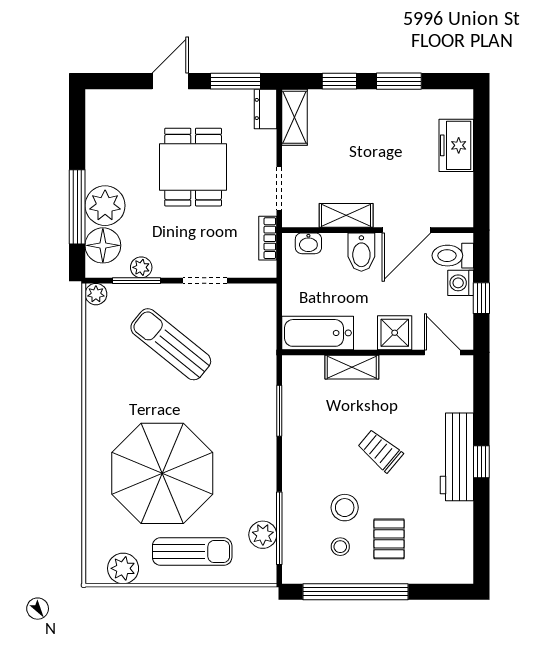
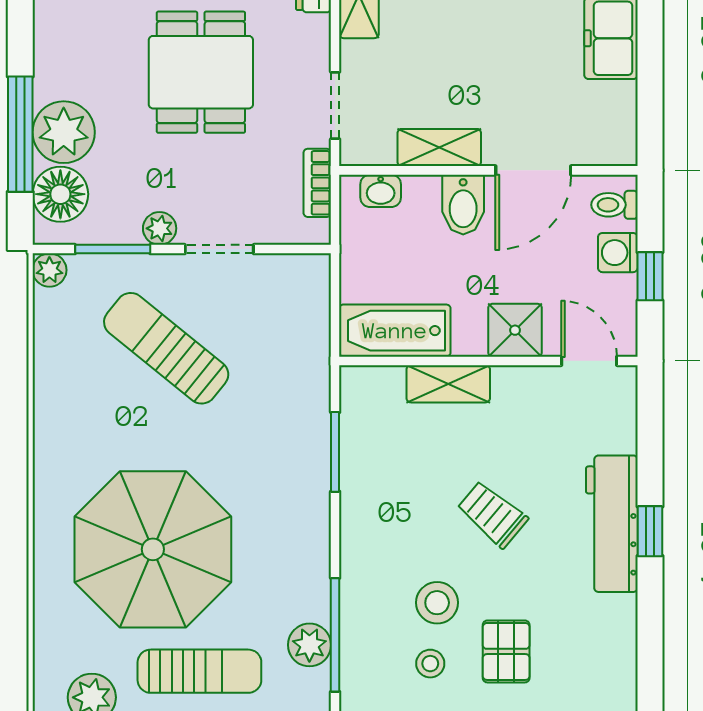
toilet: (453, 256) -> (614, 205), width x0.73, depth x0.72
plant: (141, 267) -> (160, 228), moved

